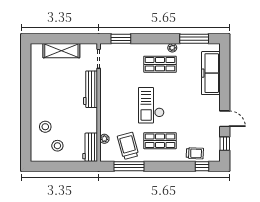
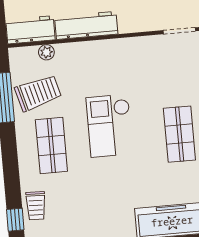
workbench: (91, 89) -> (86, 25), moved
checkout: (151, 105) -> (110, 126), turned -90

